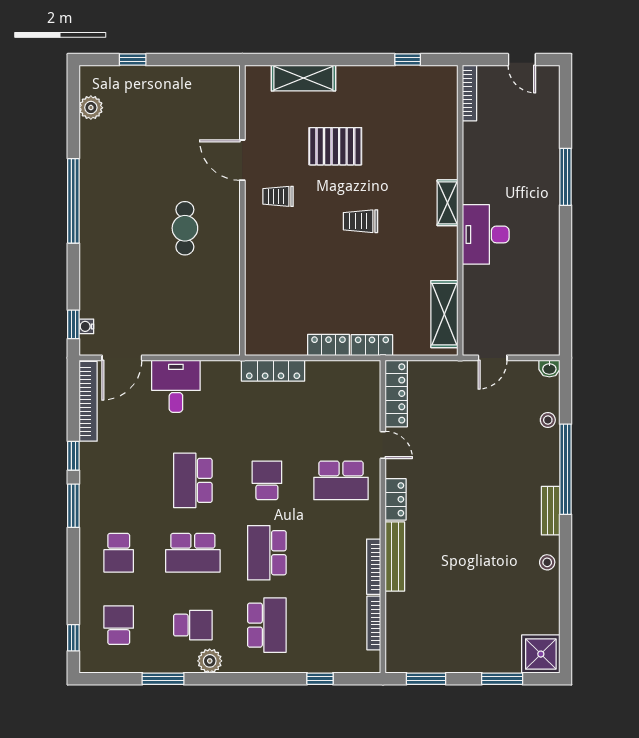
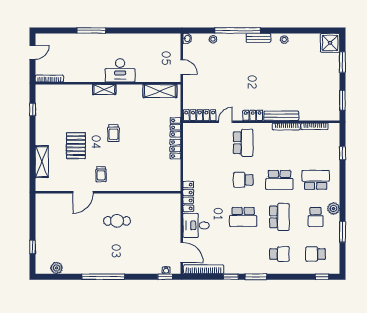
locker: (273, 371) -> (188, 196), moved
school desk: (193, 625) -> (316, 217), turned 180

